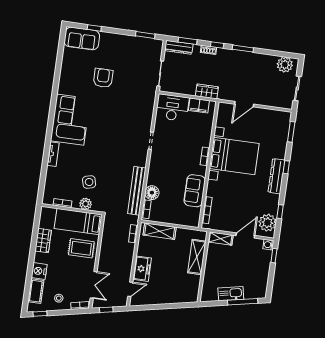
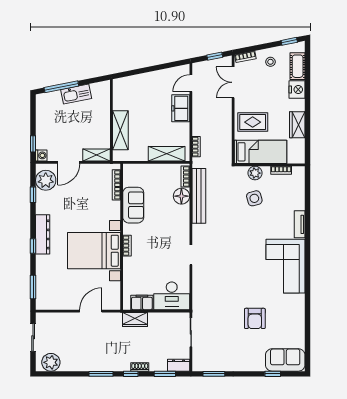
dresser: (179, 47) -> (179, 365), width x0.70

